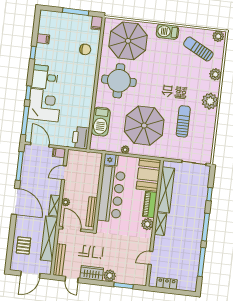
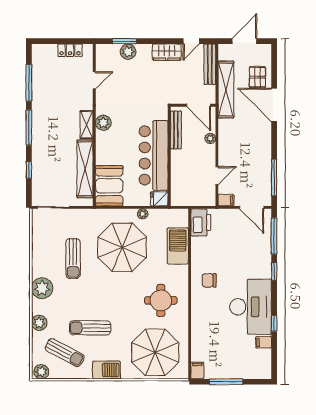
chair: (85, 49) -> (209, 280), moved
sun lounger: (176, 66) -> (90, 328), added
desk: (45, 77) -> (251, 307), width x1.87, depth x1.30
round table: (119, 81) -> (161, 300), width x0.73, depth x0.73
corner desk: (44, 105) -> (252, 258), removed
door: (16, 201) -> (274, 105), moved
piano: (150, 204) -> (103, 148), removed
shelving: (54, 206) -> (224, 132), removed
plant: (110, 276) -> (128, 52), moved
door: (72, 279) -> (191, 41), swing flipped

